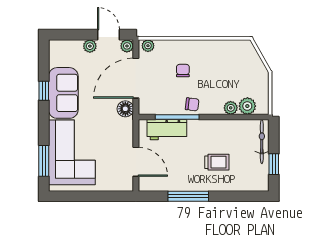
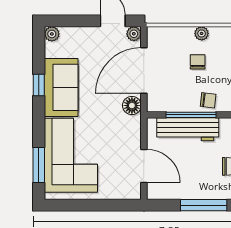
plant: (90, 46) -> (52, 34), moved
plant: (148, 46) -> (202, 33), moved
workbench: (167, 130) -> (188, 129), width x1.38

